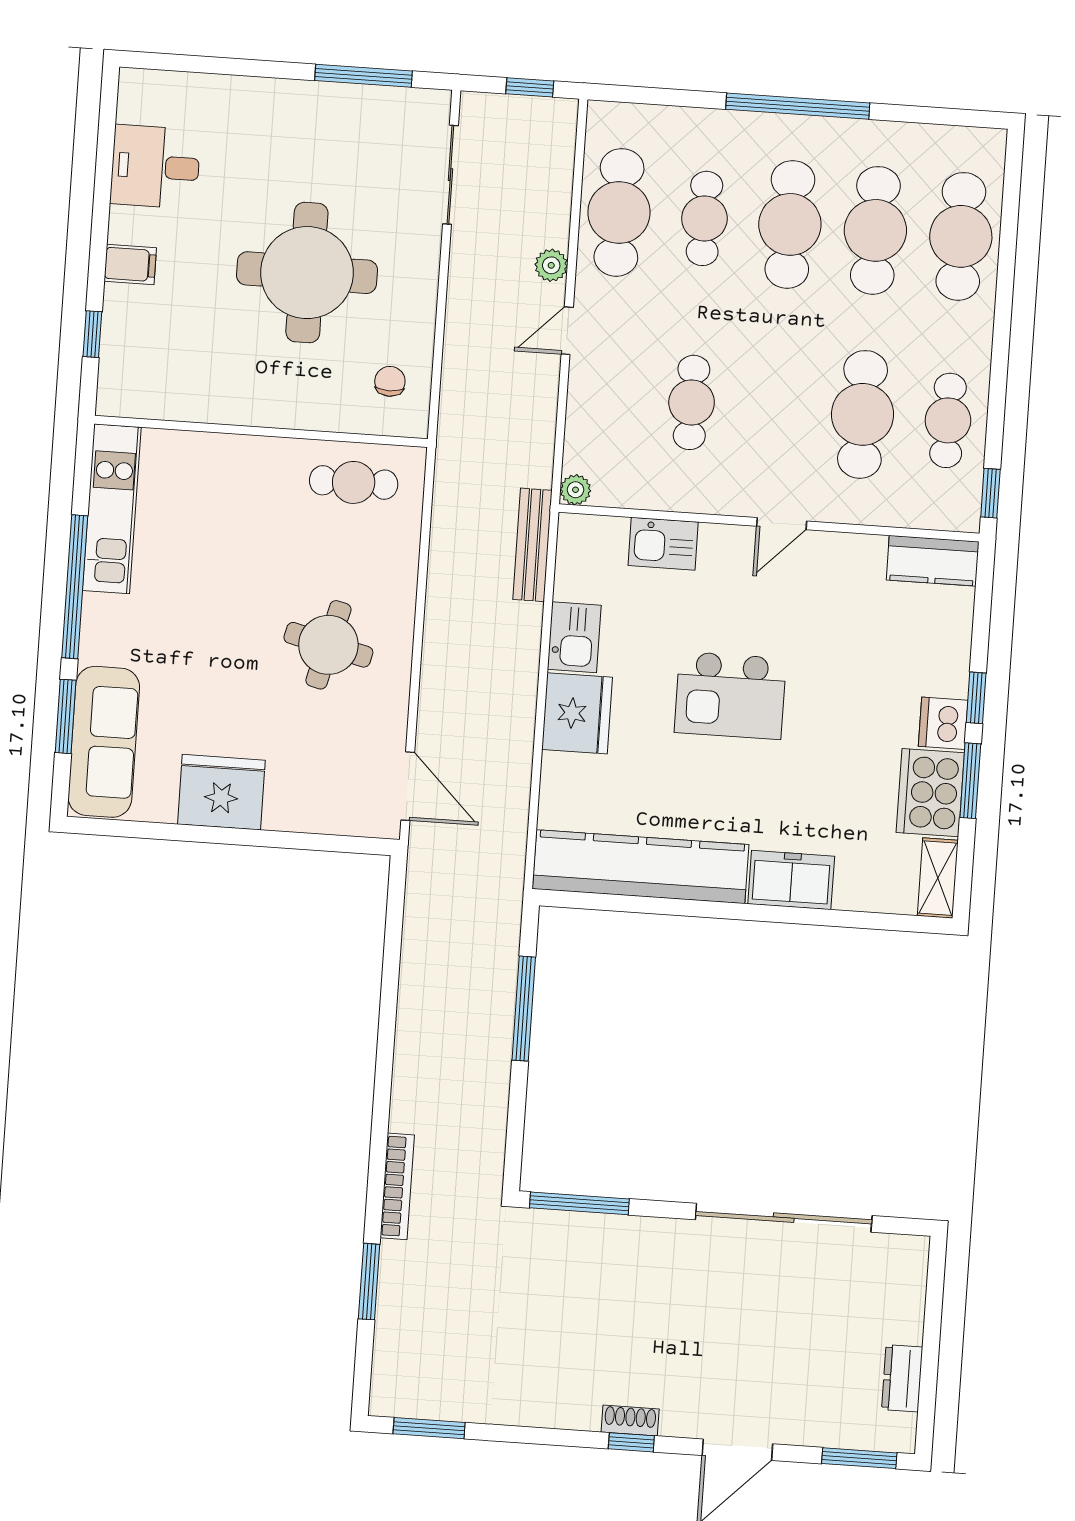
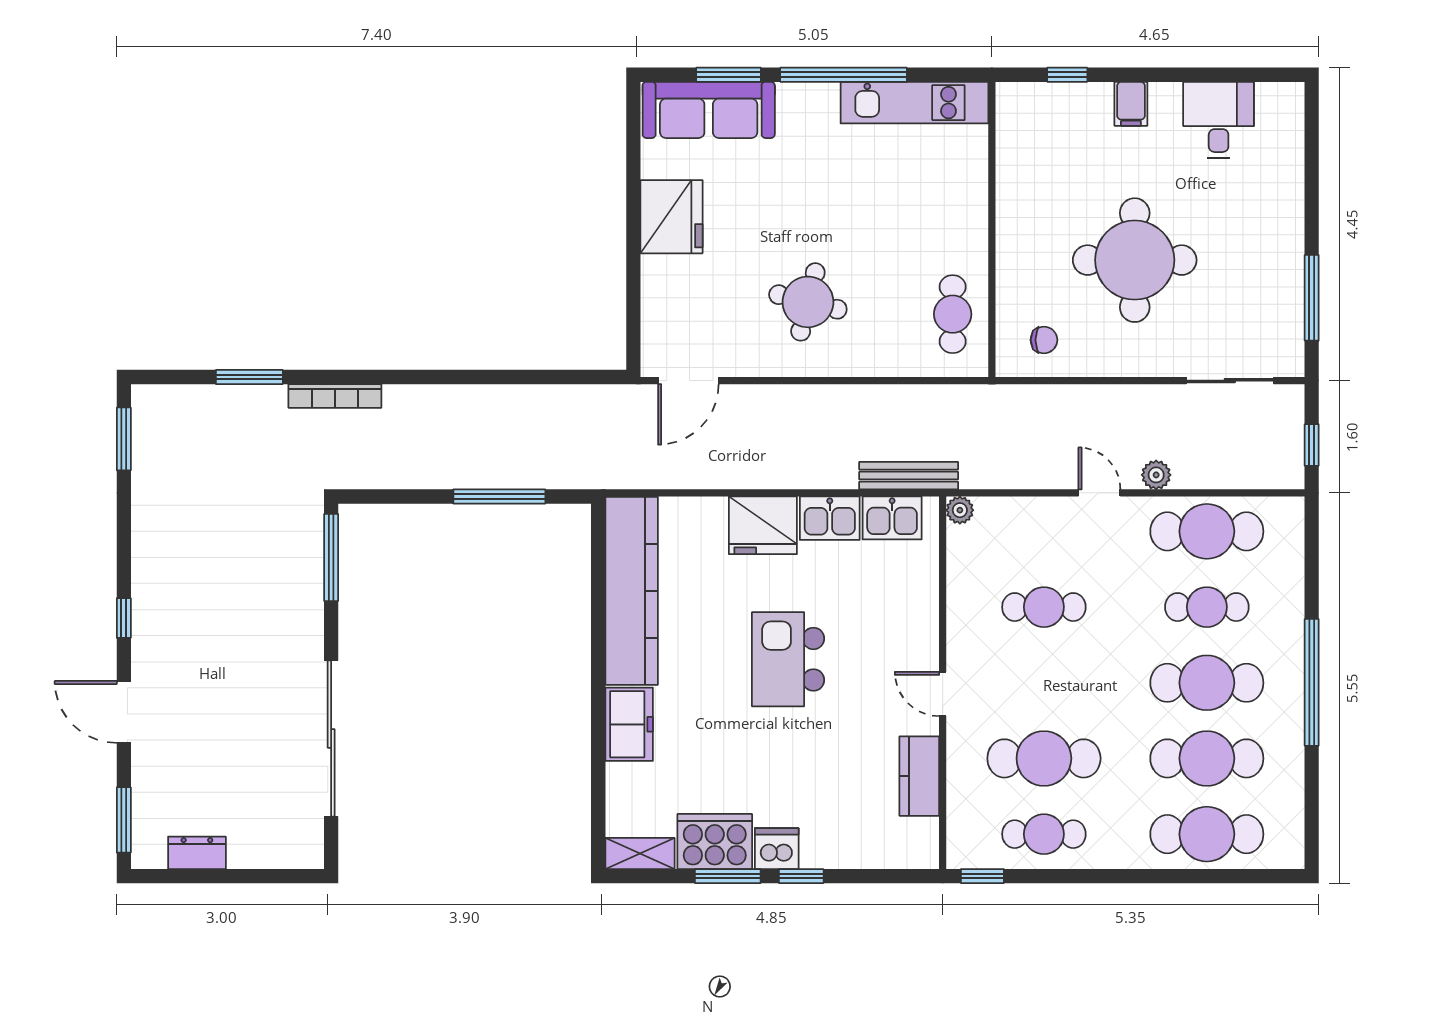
kitchen sink: (663, 544) -> (892, 518), moved, turned -90
kitchen counter: (933, 561) -> (919, 776), moved
shoe rack: (630, 1421) -> (143, 616), removed

